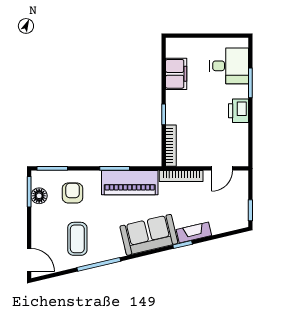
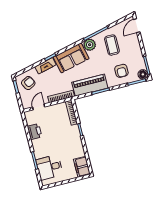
filing cabinet: (176, 74) -> (82, 167), moved
printer: (239, 111) -> (35, 132), moved
floor lamp: (39, 196) -> (143, 74), moved
armchair: (229, 211) -> (28, 83), added
plant: (113, 249) -> (90, 45), added
door: (29, 260) -> (137, 26), hinge flipped

